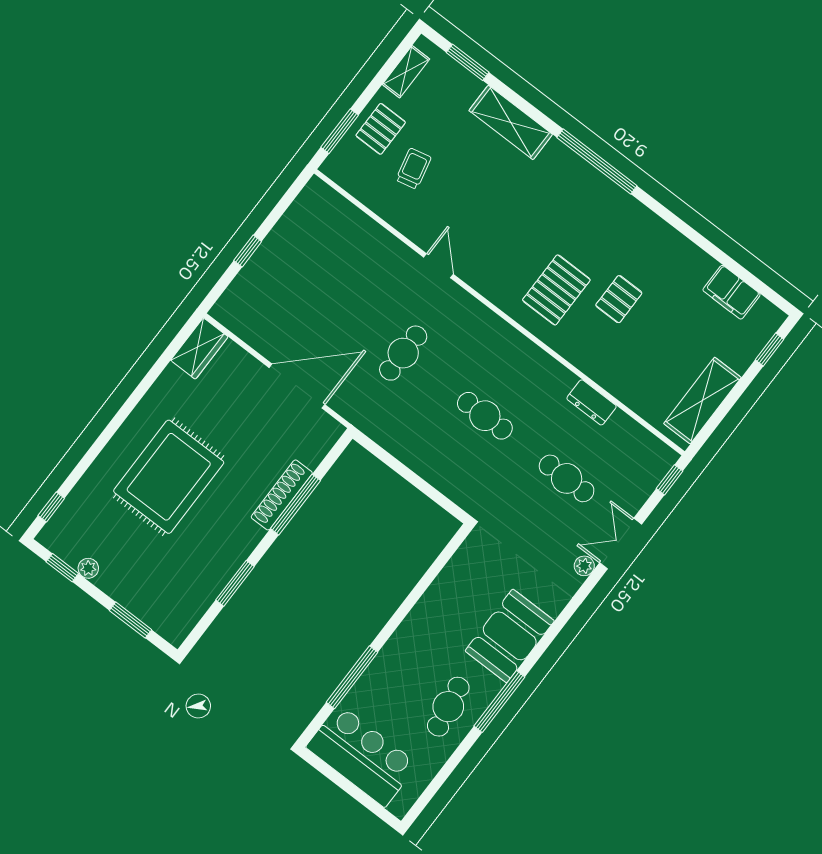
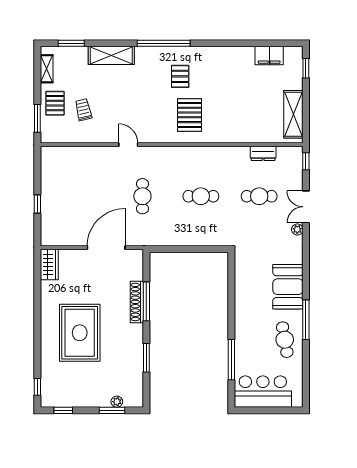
pallet: (619, 299) -> (180, 76), moved
dresser: (592, 402) -> (263, 153), moved
plant: (88, 568) -> (117, 402), moved

